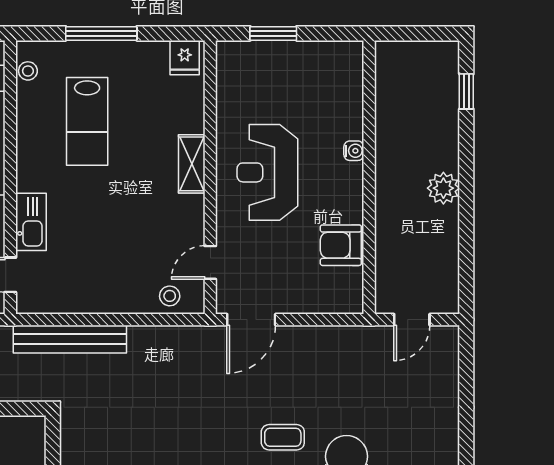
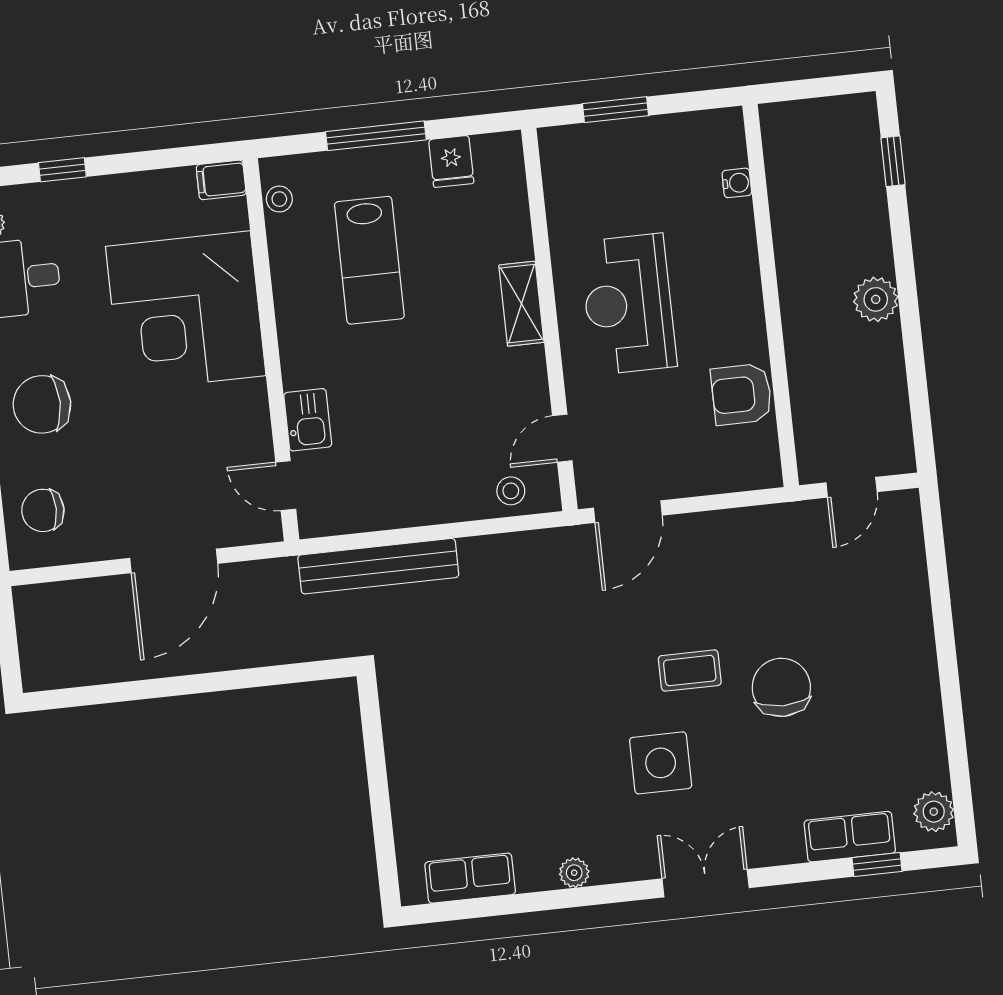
fridge: (185, 58) -> (451, 161), moved
water cooler: (354, 151) -> (737, 183), moved
kitchen sink: (31, 222) -> (308, 420), width x0.73

